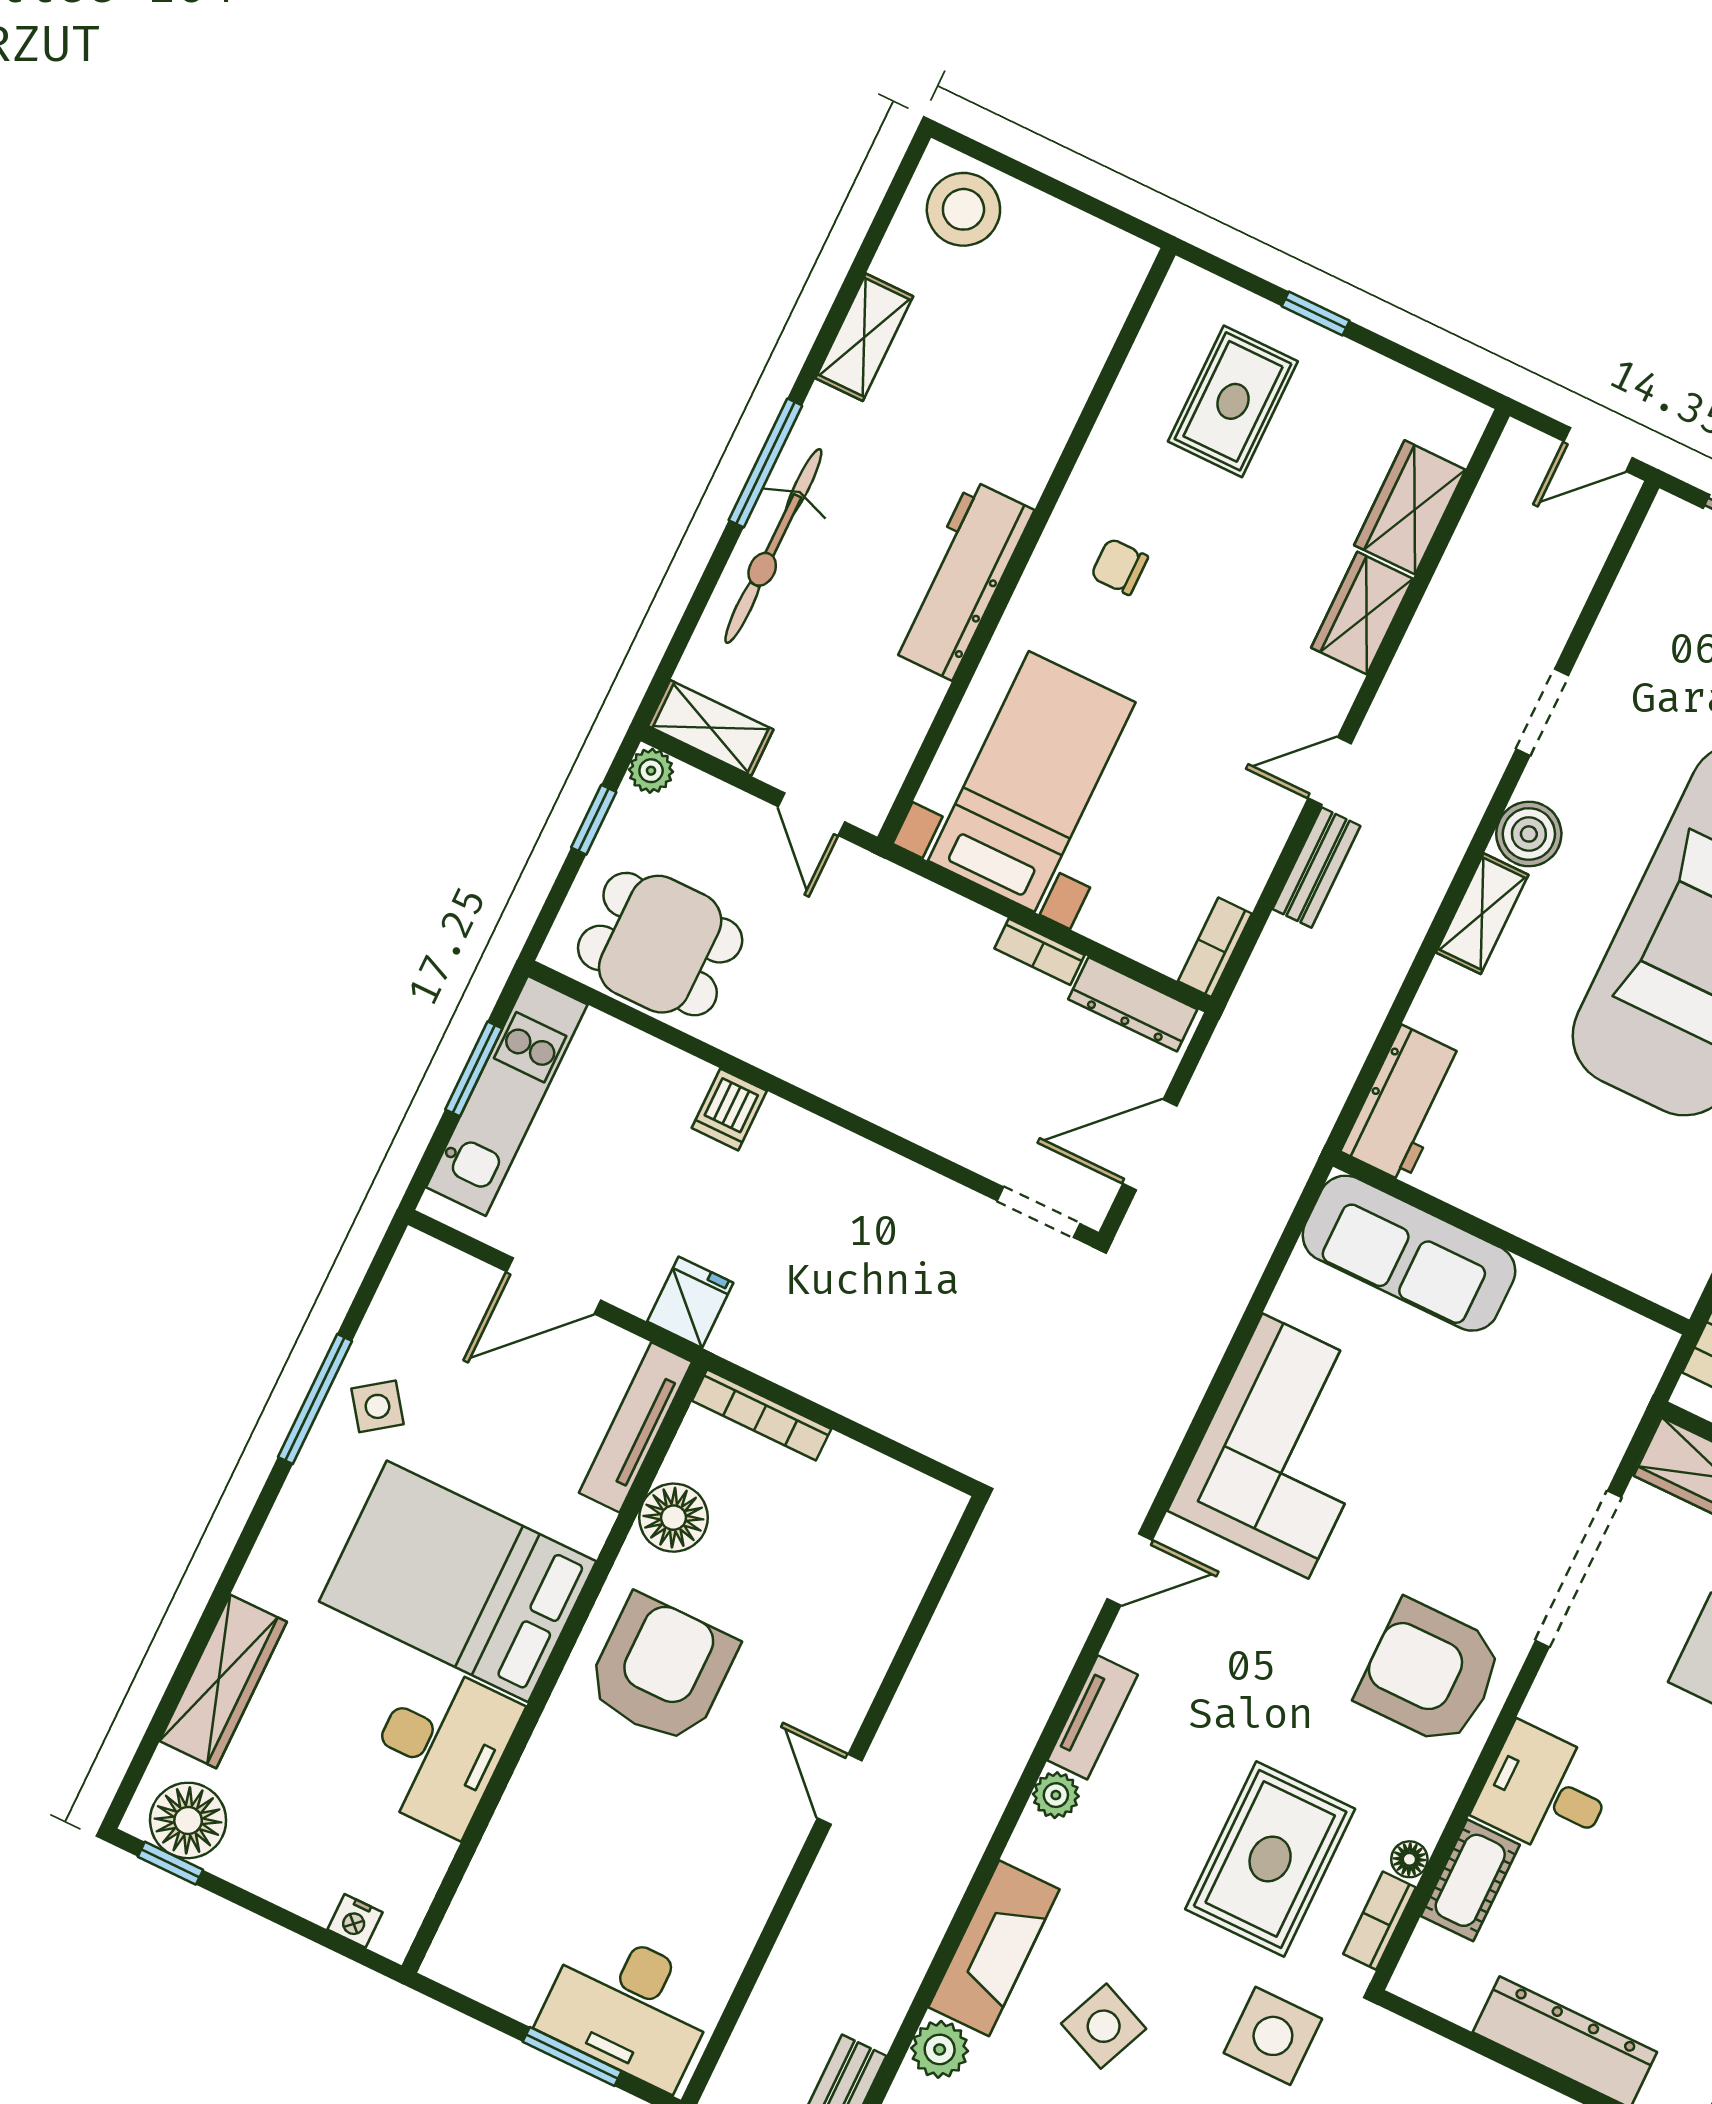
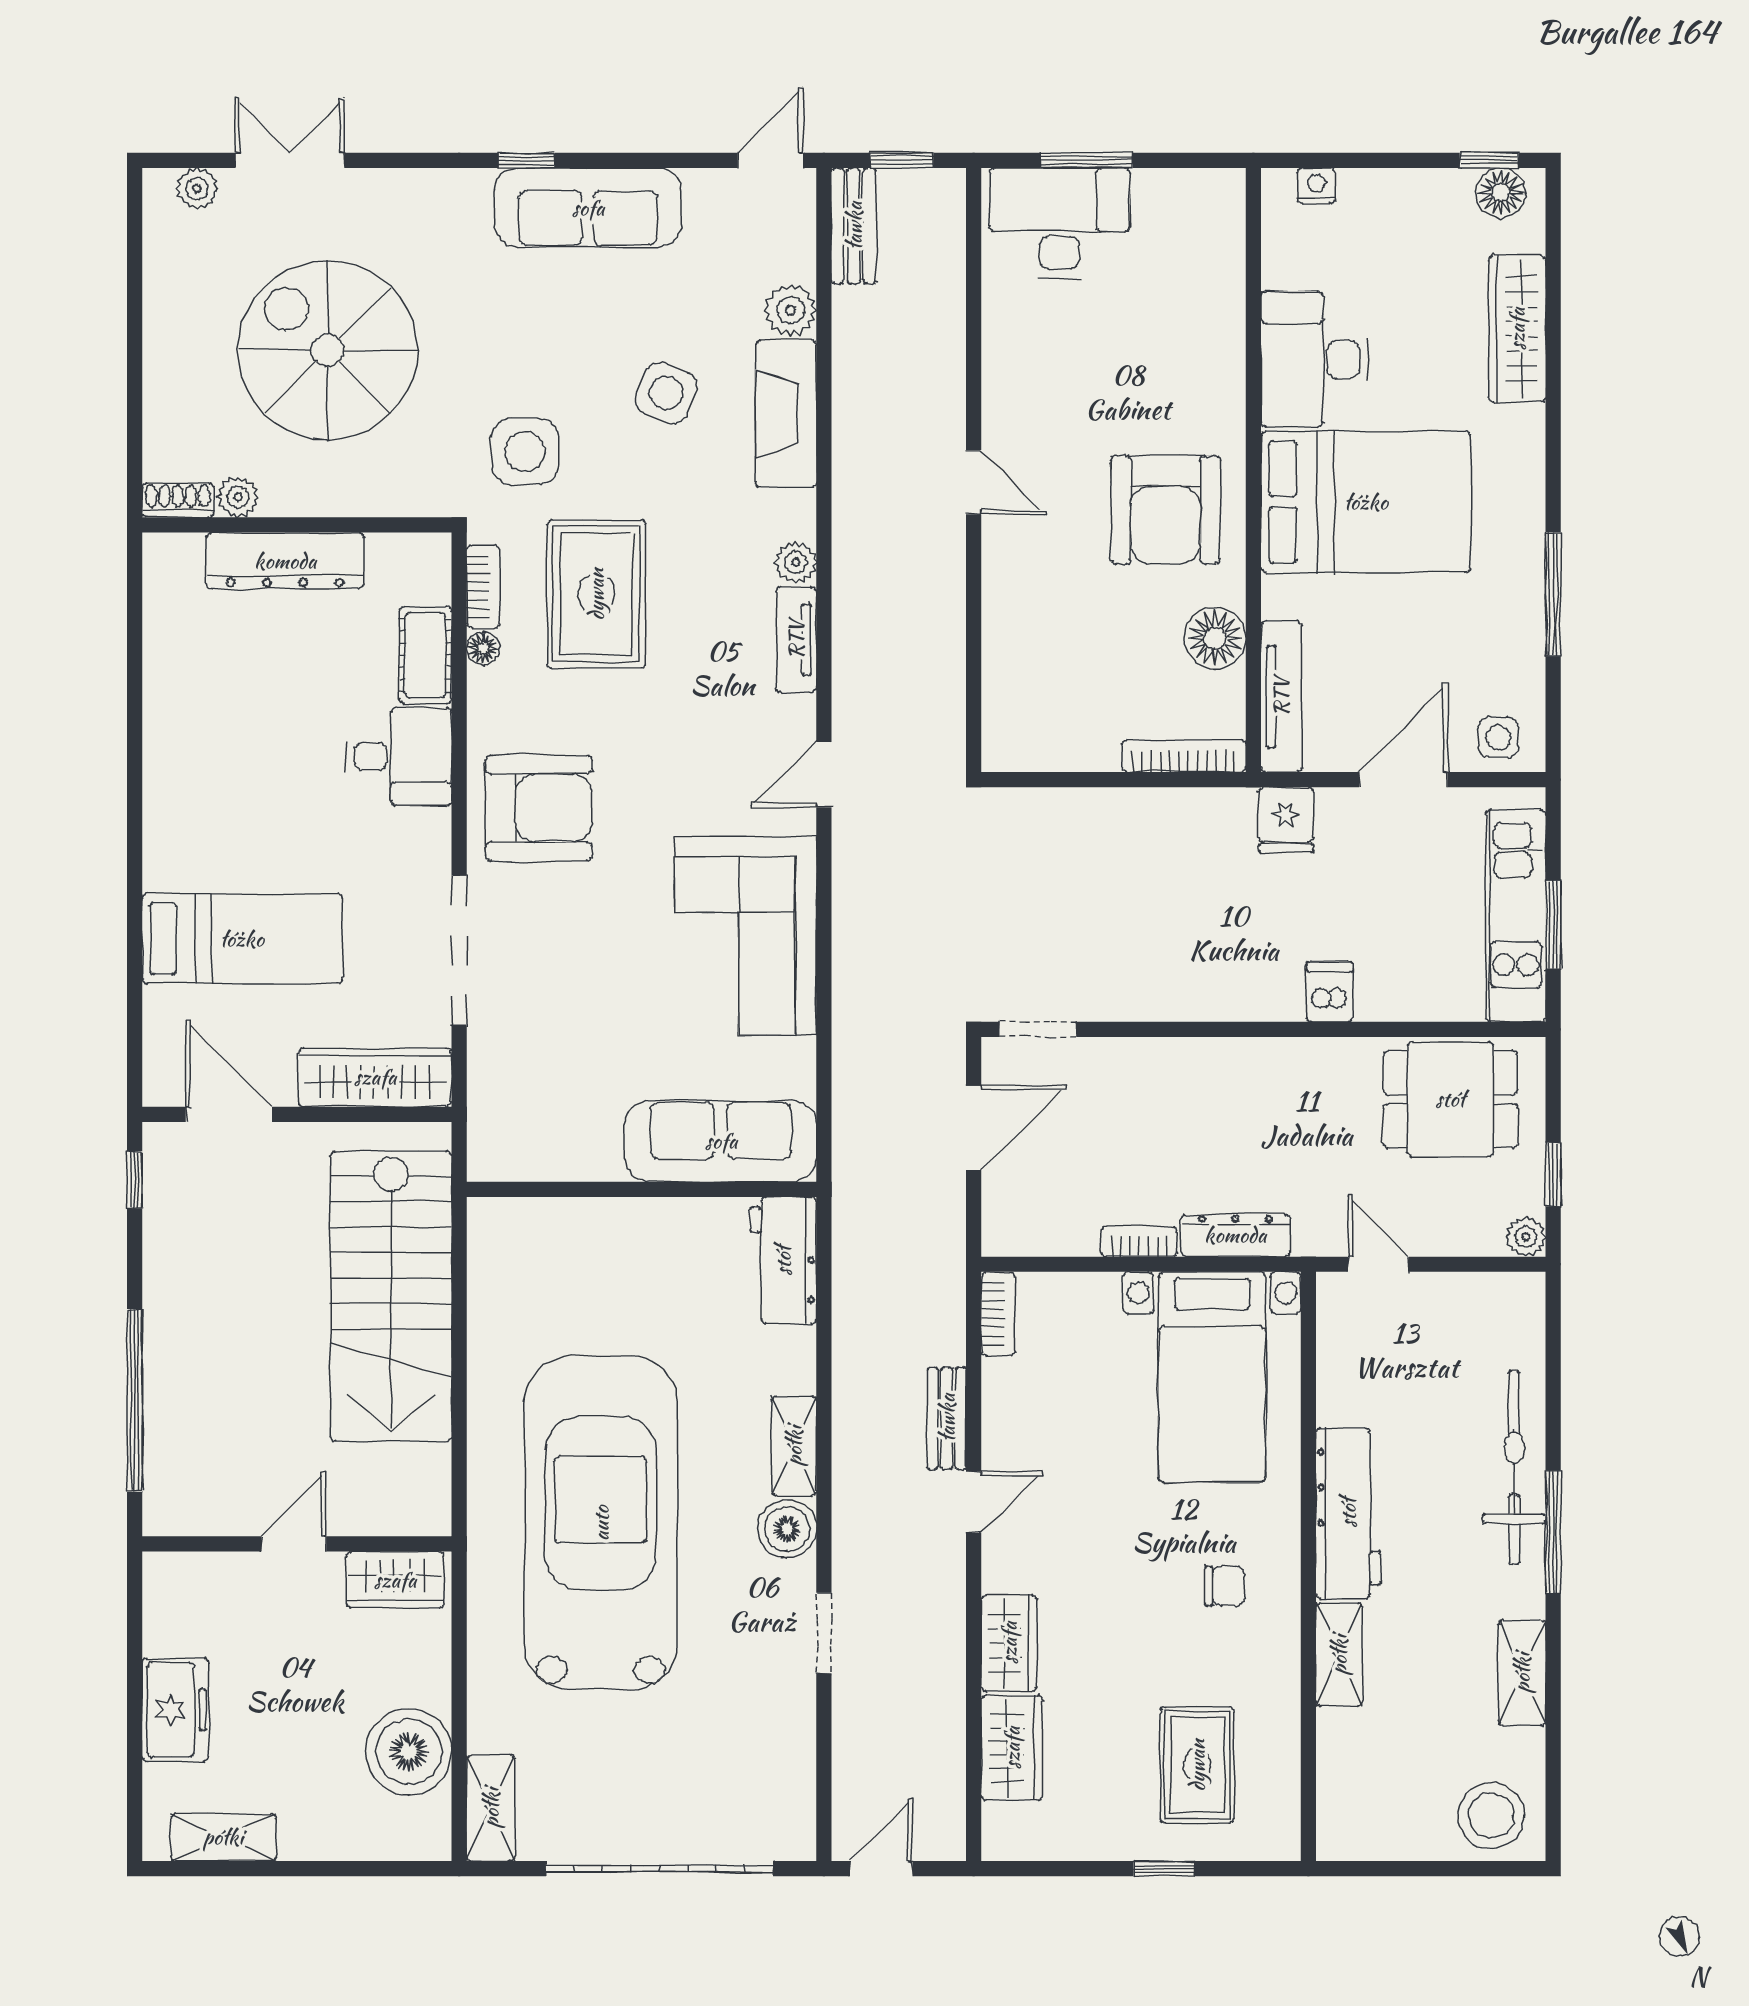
shelving: (711, 728) -> (1339, 1655), moved, turned 90
dresser: (1133, 1004) -> (1235, 1235), moved
side table: (377, 1406) -> (1498, 738), moved, turned 36
floor lamp: (188, 1820) -> (1501, 193), width x0.73, depth x0.73

